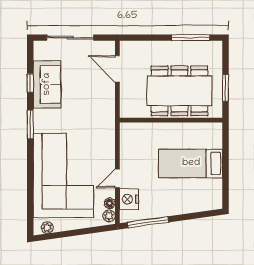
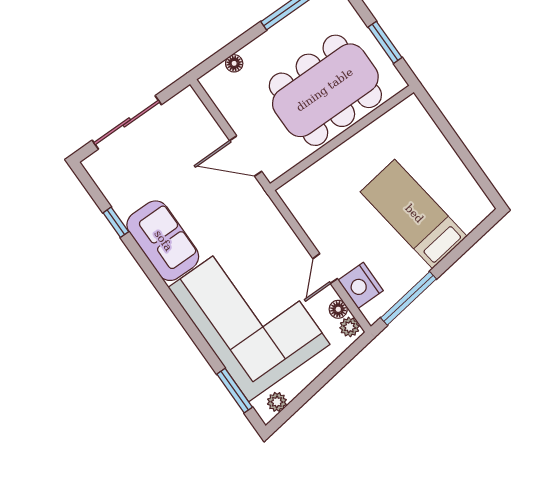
floor lamp: (144, 46) -> (234, 63), added
door: (117, 69) -> (246, 156), moved
sofa: (47, 84) -> (163, 241), moved
window: (30, 124) -> (235, 391), moved
bed: (191, 163) -> (414, 214), moved, turned 82

